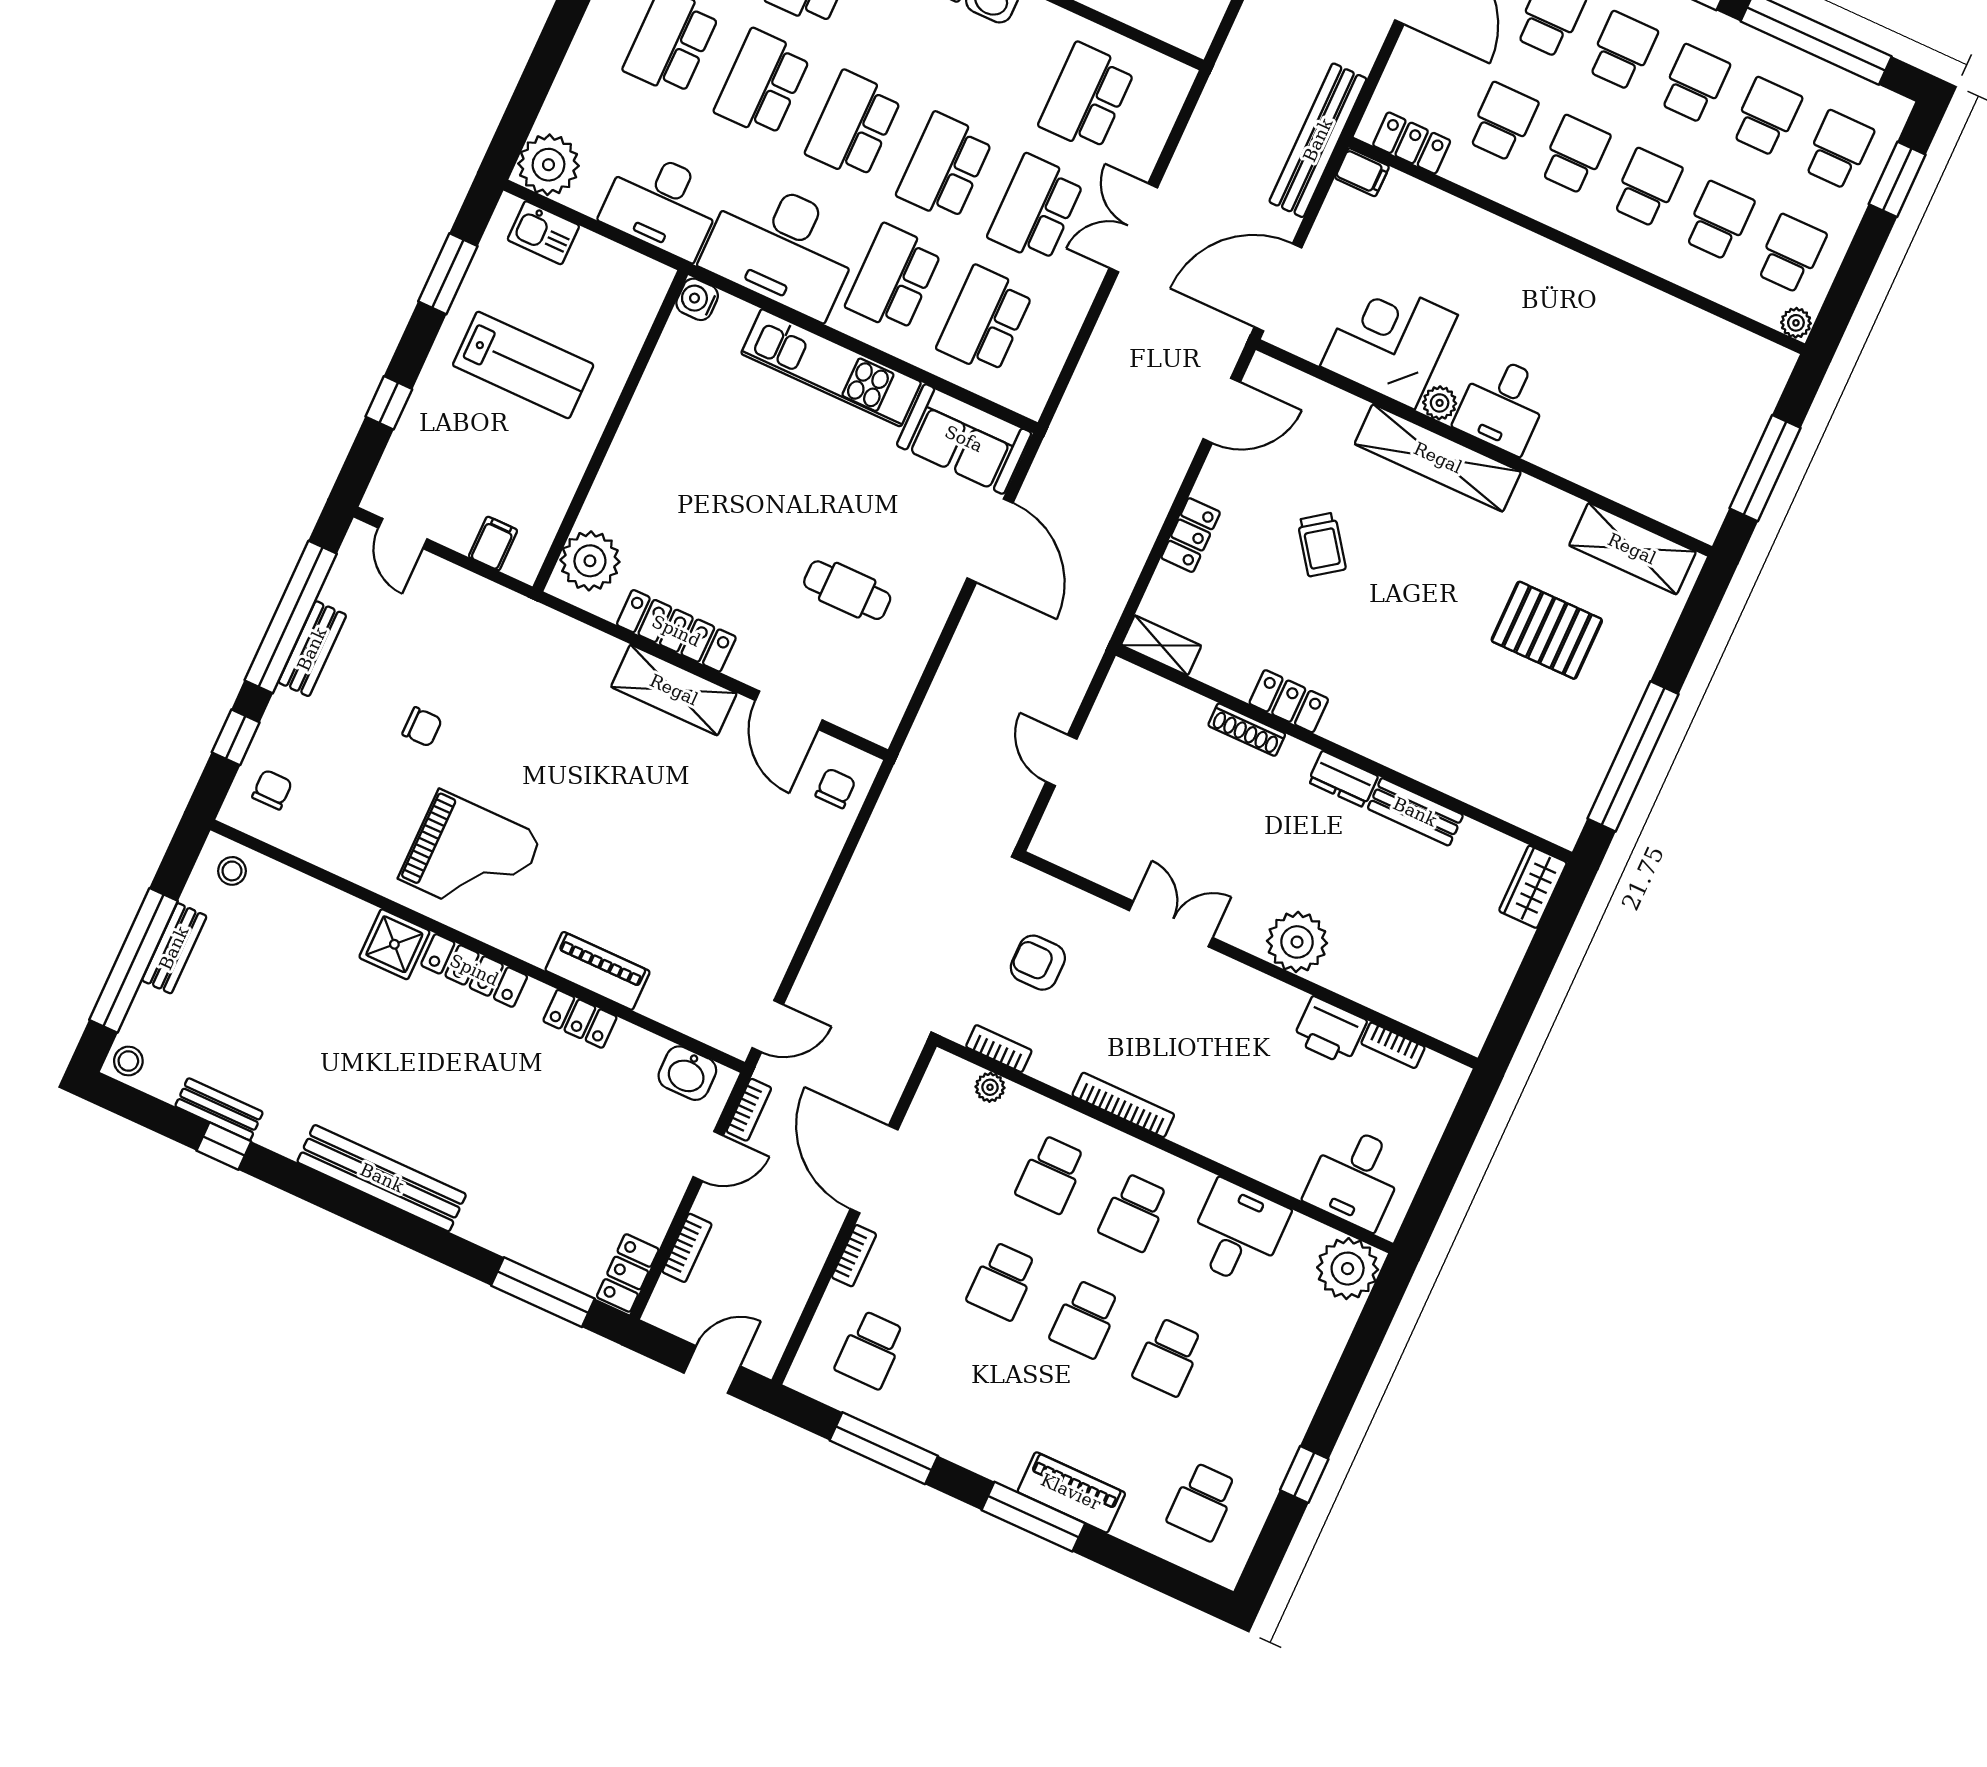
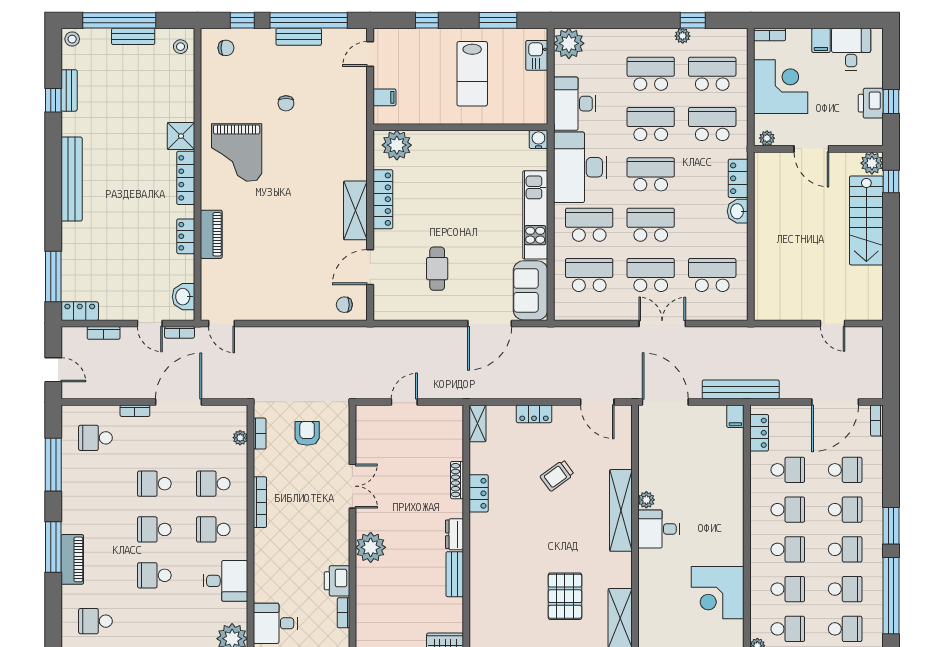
corner desk: (1389, 341) -> (718, 593), moved, turned 180
chair: (835, 788) -> (344, 305), turned 180

